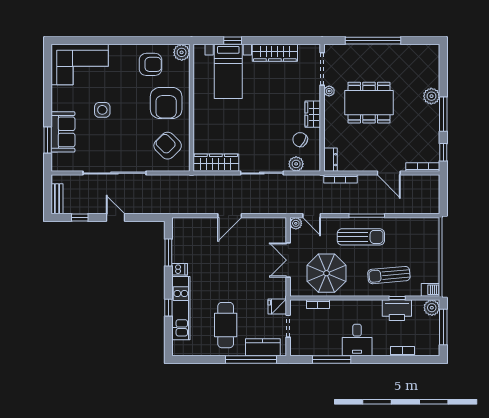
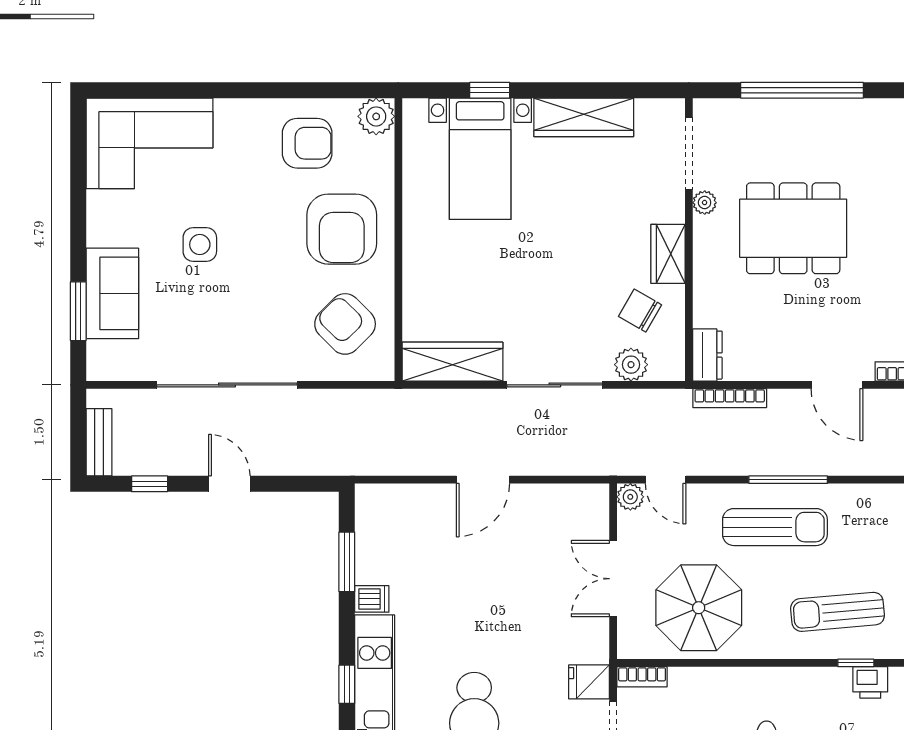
bookcase: (318, 304) -> (642, 677), moved
printer: (397, 310) -> (870, 682), width x0.53, depth x0.68

